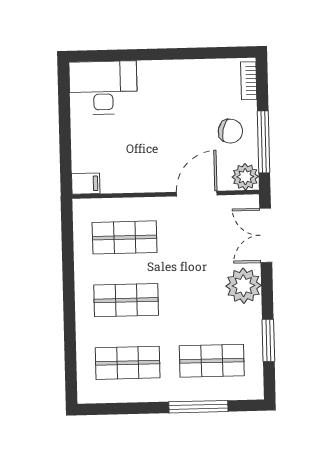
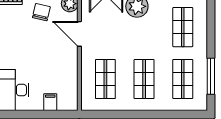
filing cabinet: (86, 184) -> (50, 102), moved
window: (198, 407) -> (211, 76), moved

